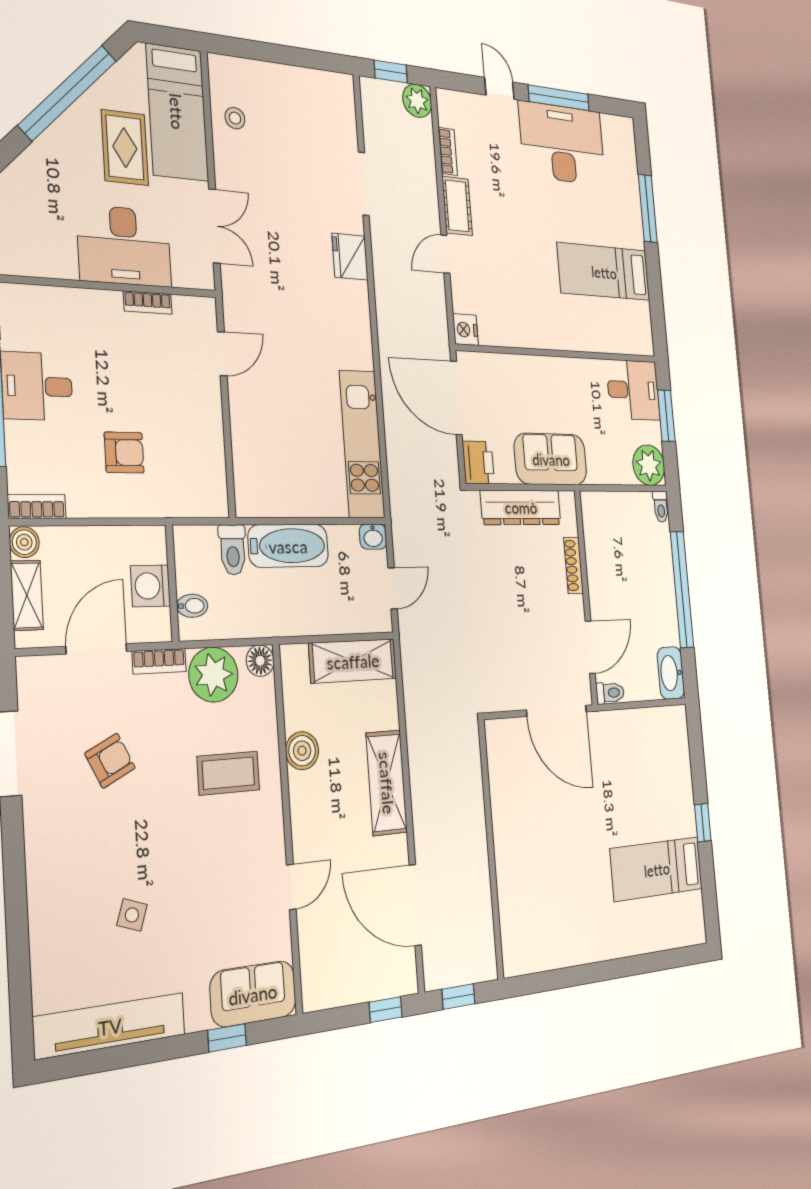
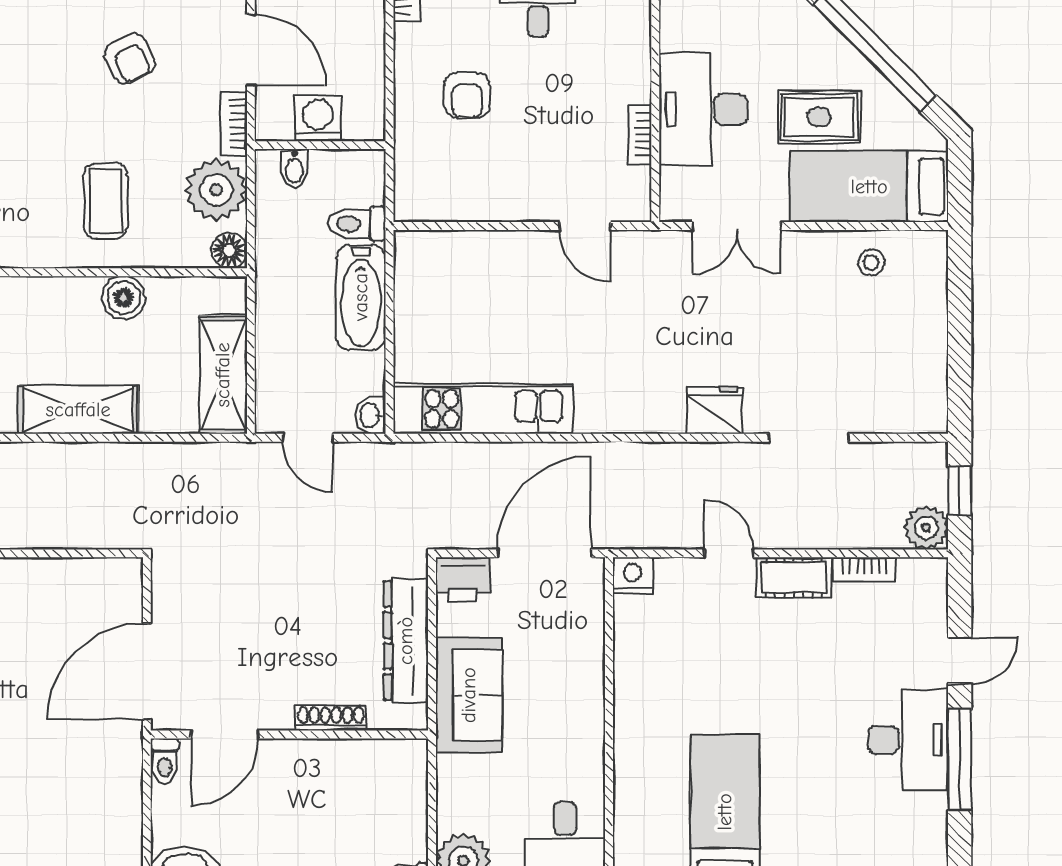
desk: (562, 144) -> (908, 740), width x0.73, depth x0.77
door: (590, 647) -> (225, 734), hinge flipped

